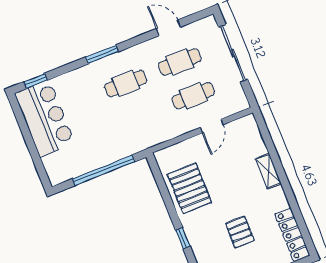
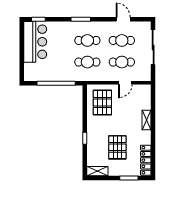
cafe table: (139, 117) -> (87, 62), added
pallet: (189, 188) -> (102, 103), moved
pallet: (240, 232) -> (117, 147), width x1.50, depth x1.42

